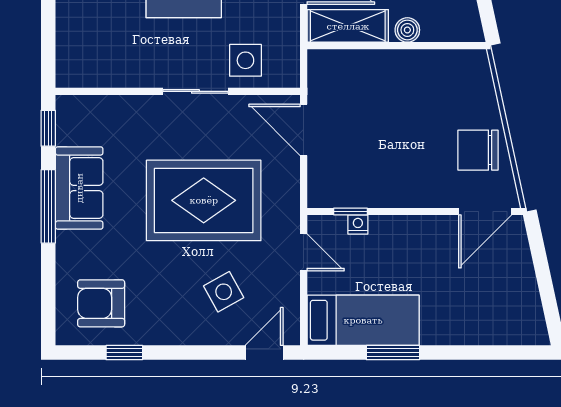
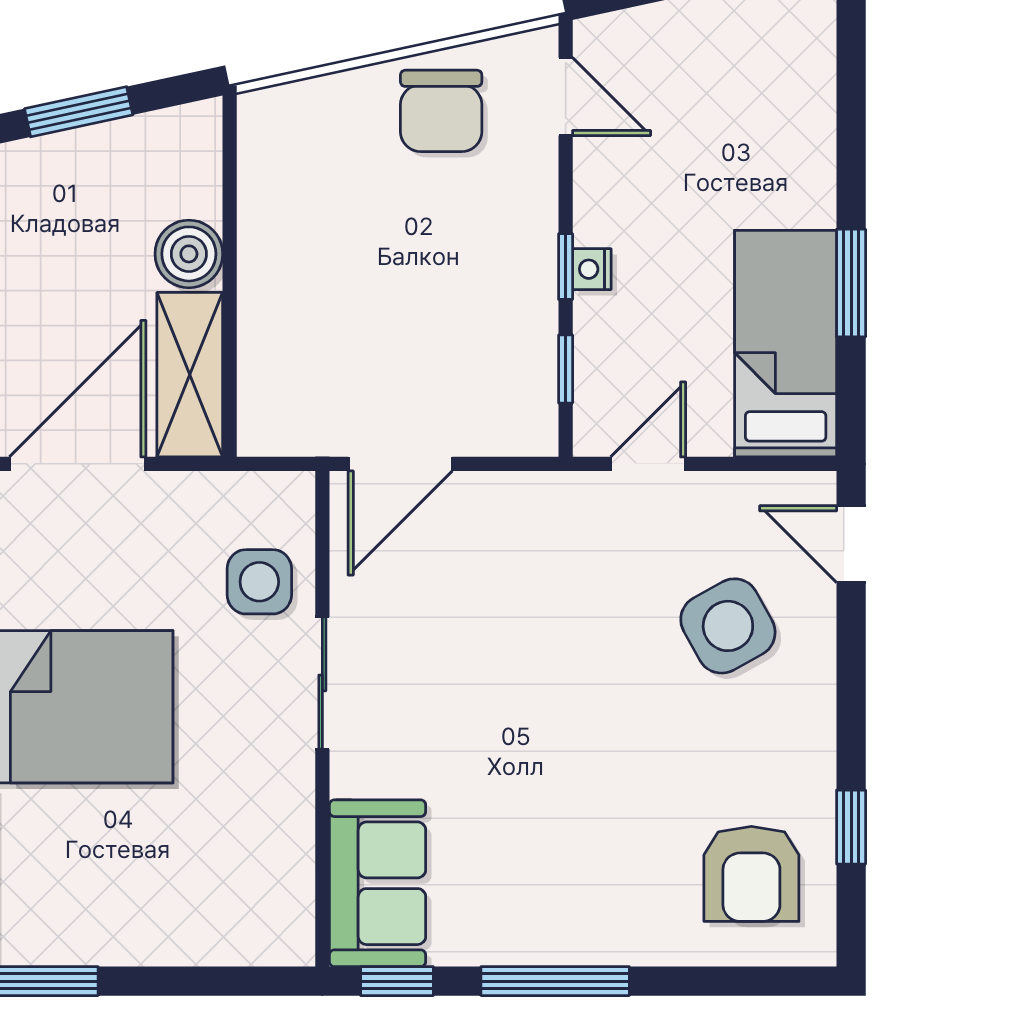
boiler: (407, 30) -> (189, 254), width x1.36, depth x1.36
sofa: (79, 188) -> (377, 883), moved, turned 90
rug: (204, 200) -> (543, 666), removed
window: (401, 212) -> (566, 267), added
door: (485, 212) -> (566, 97), width x0.73
nightstand: (358, 224) -> (592, 269), moved
side table: (224, 292) -> (728, 626), width x1.37, depth x1.37

